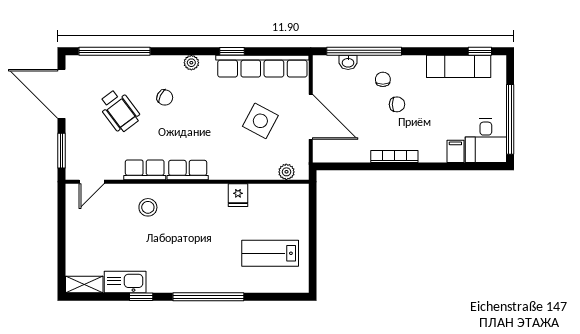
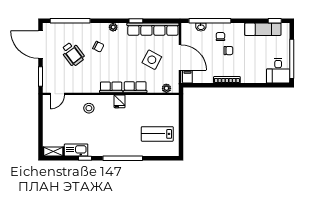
filing cabinet: (455, 151) -> (187, 77), moved
row of seats: (145, 170) -> (135, 87), moved
fridge: (238, 195) -> (120, 101), moved

